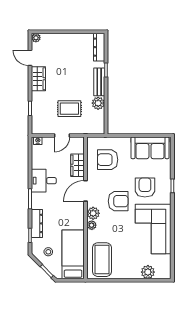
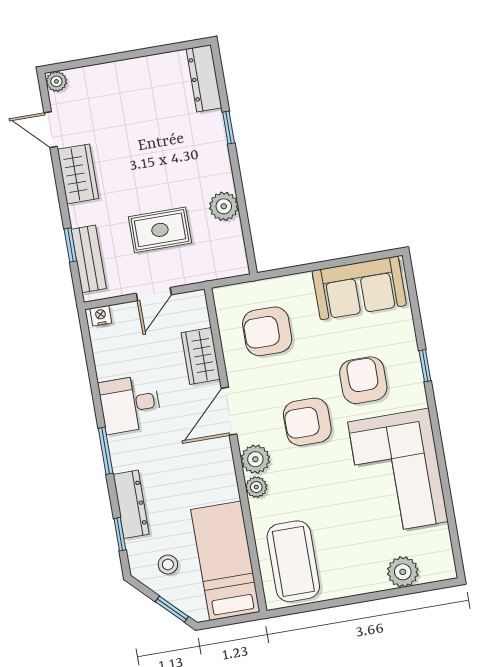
bench: (99, 82) -> (89, 259), moved
armchair: (118, 201) -> (307, 422), turned 180

